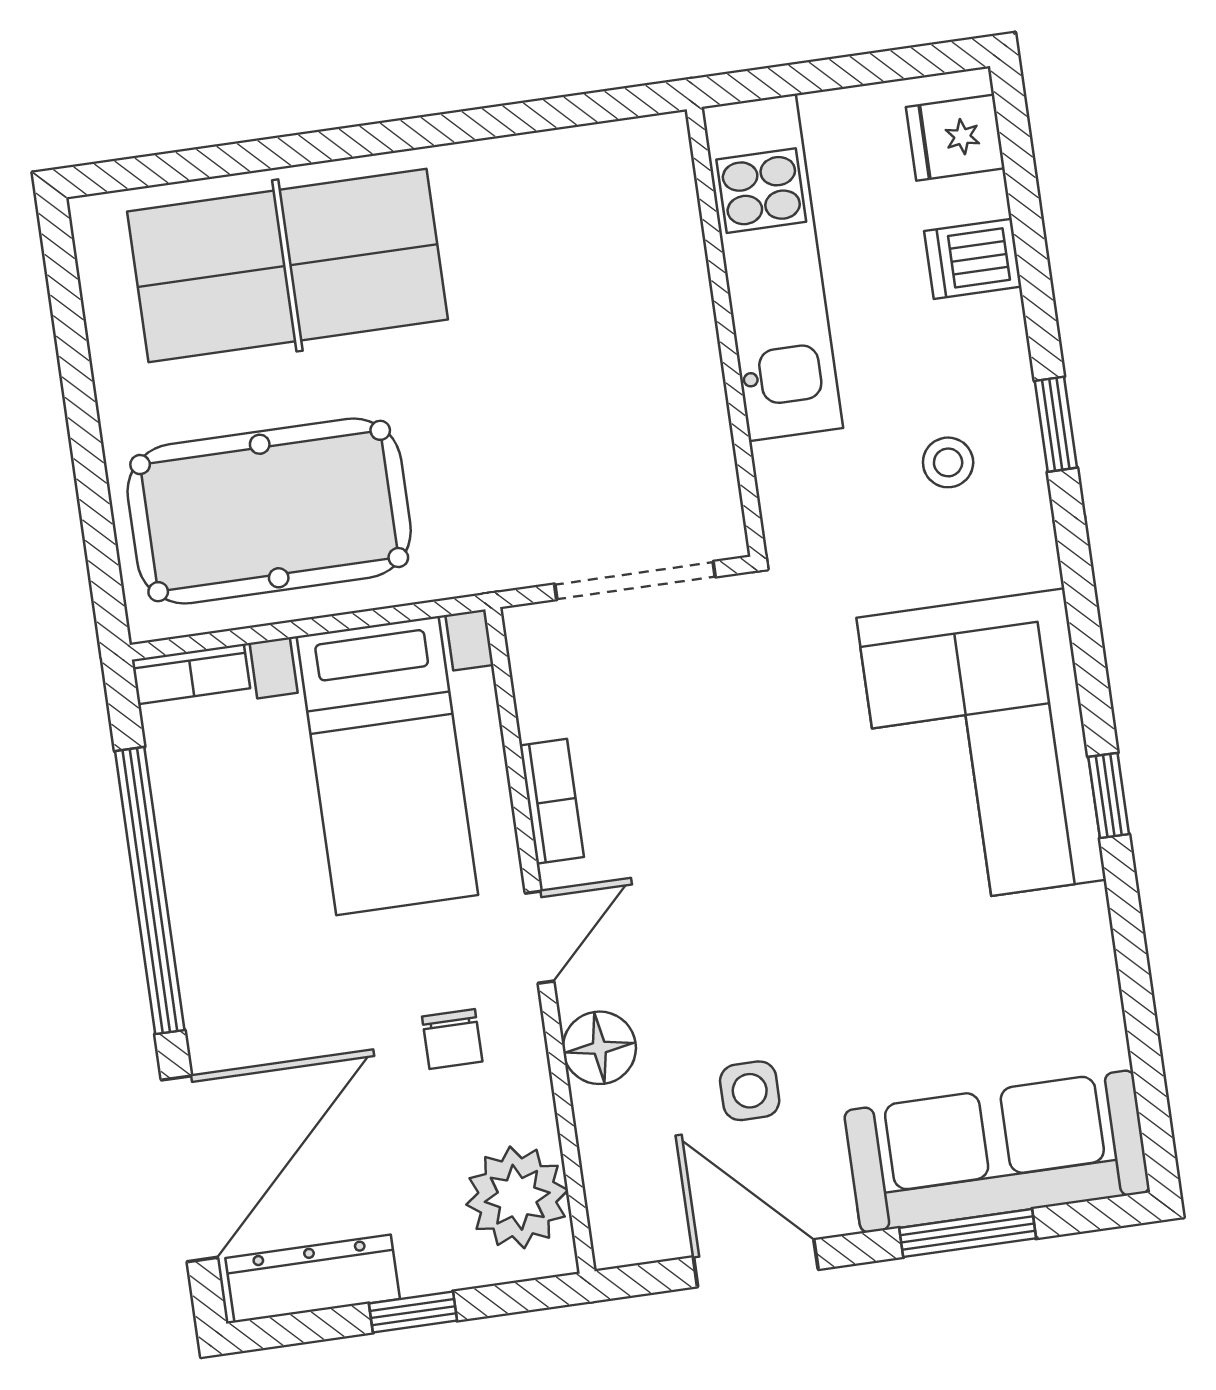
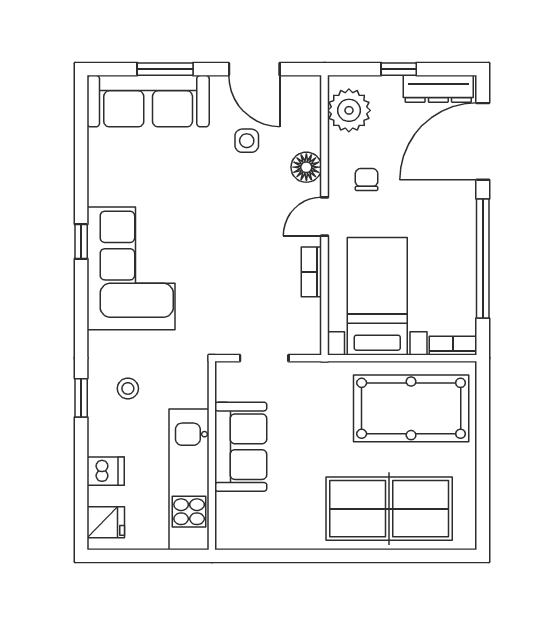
sofa: (660, 362) -> (241, 447), added
doorway: (635, 581) -> (264, 358), width x0.73

